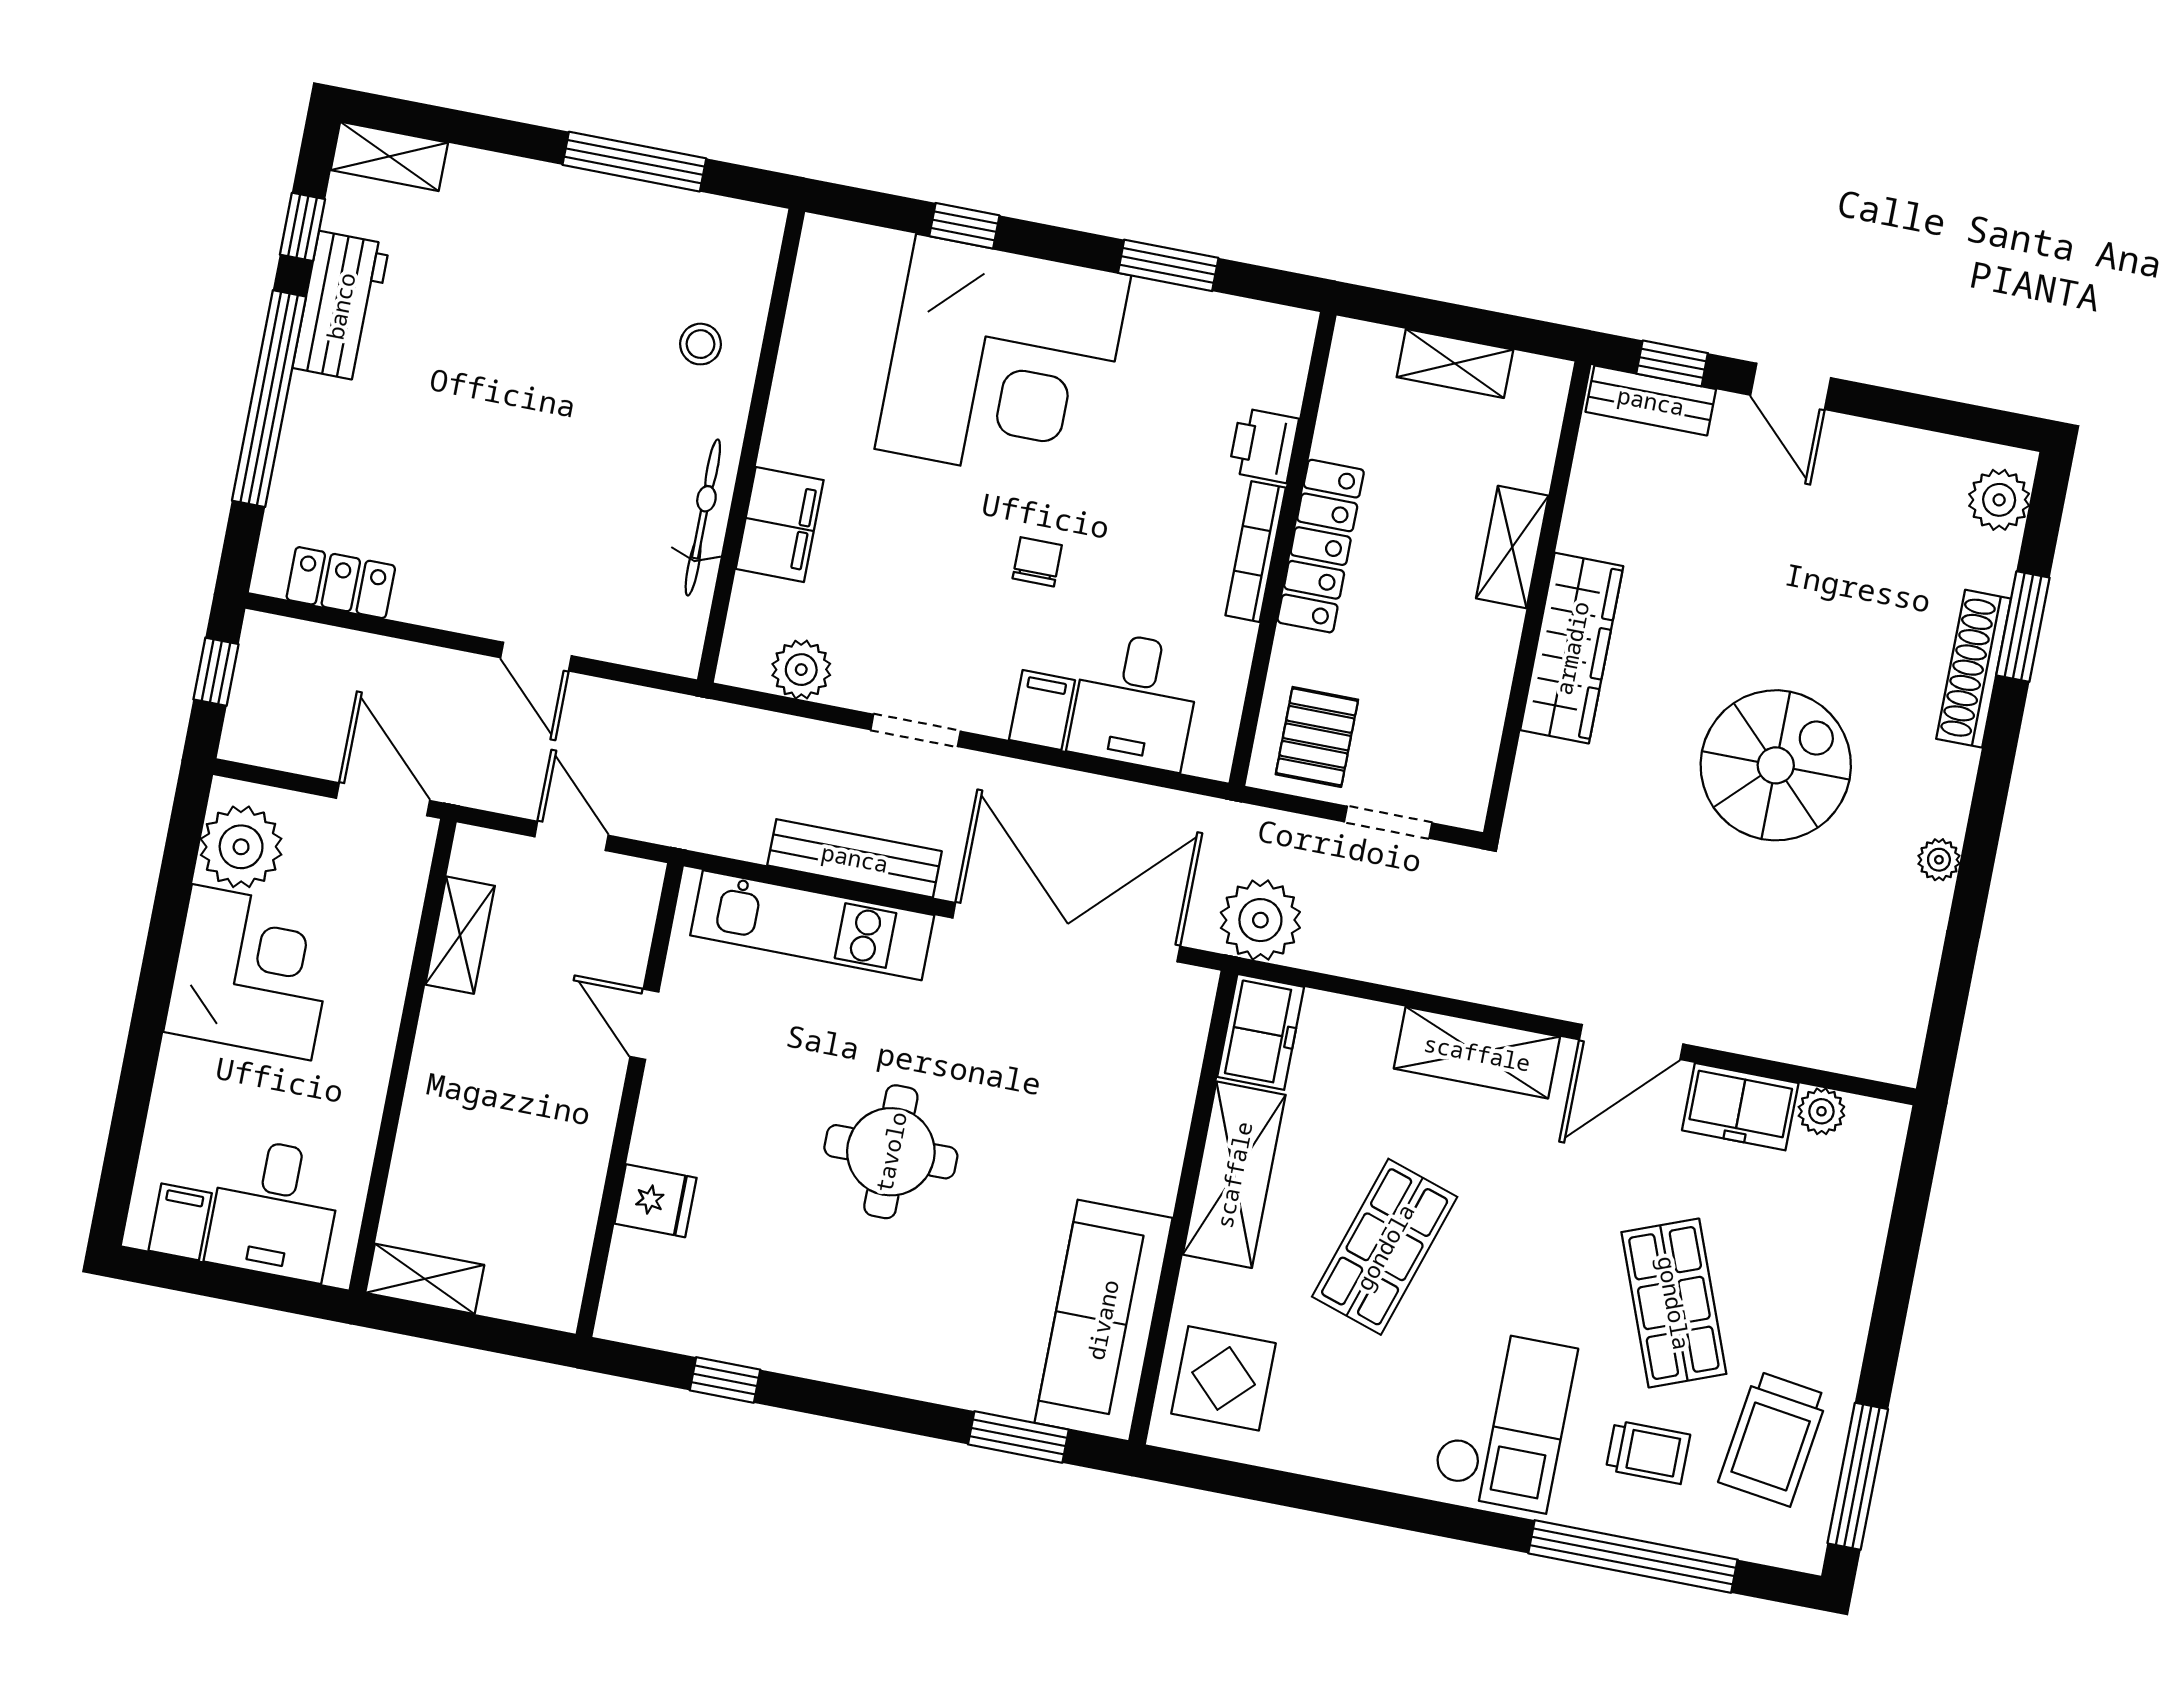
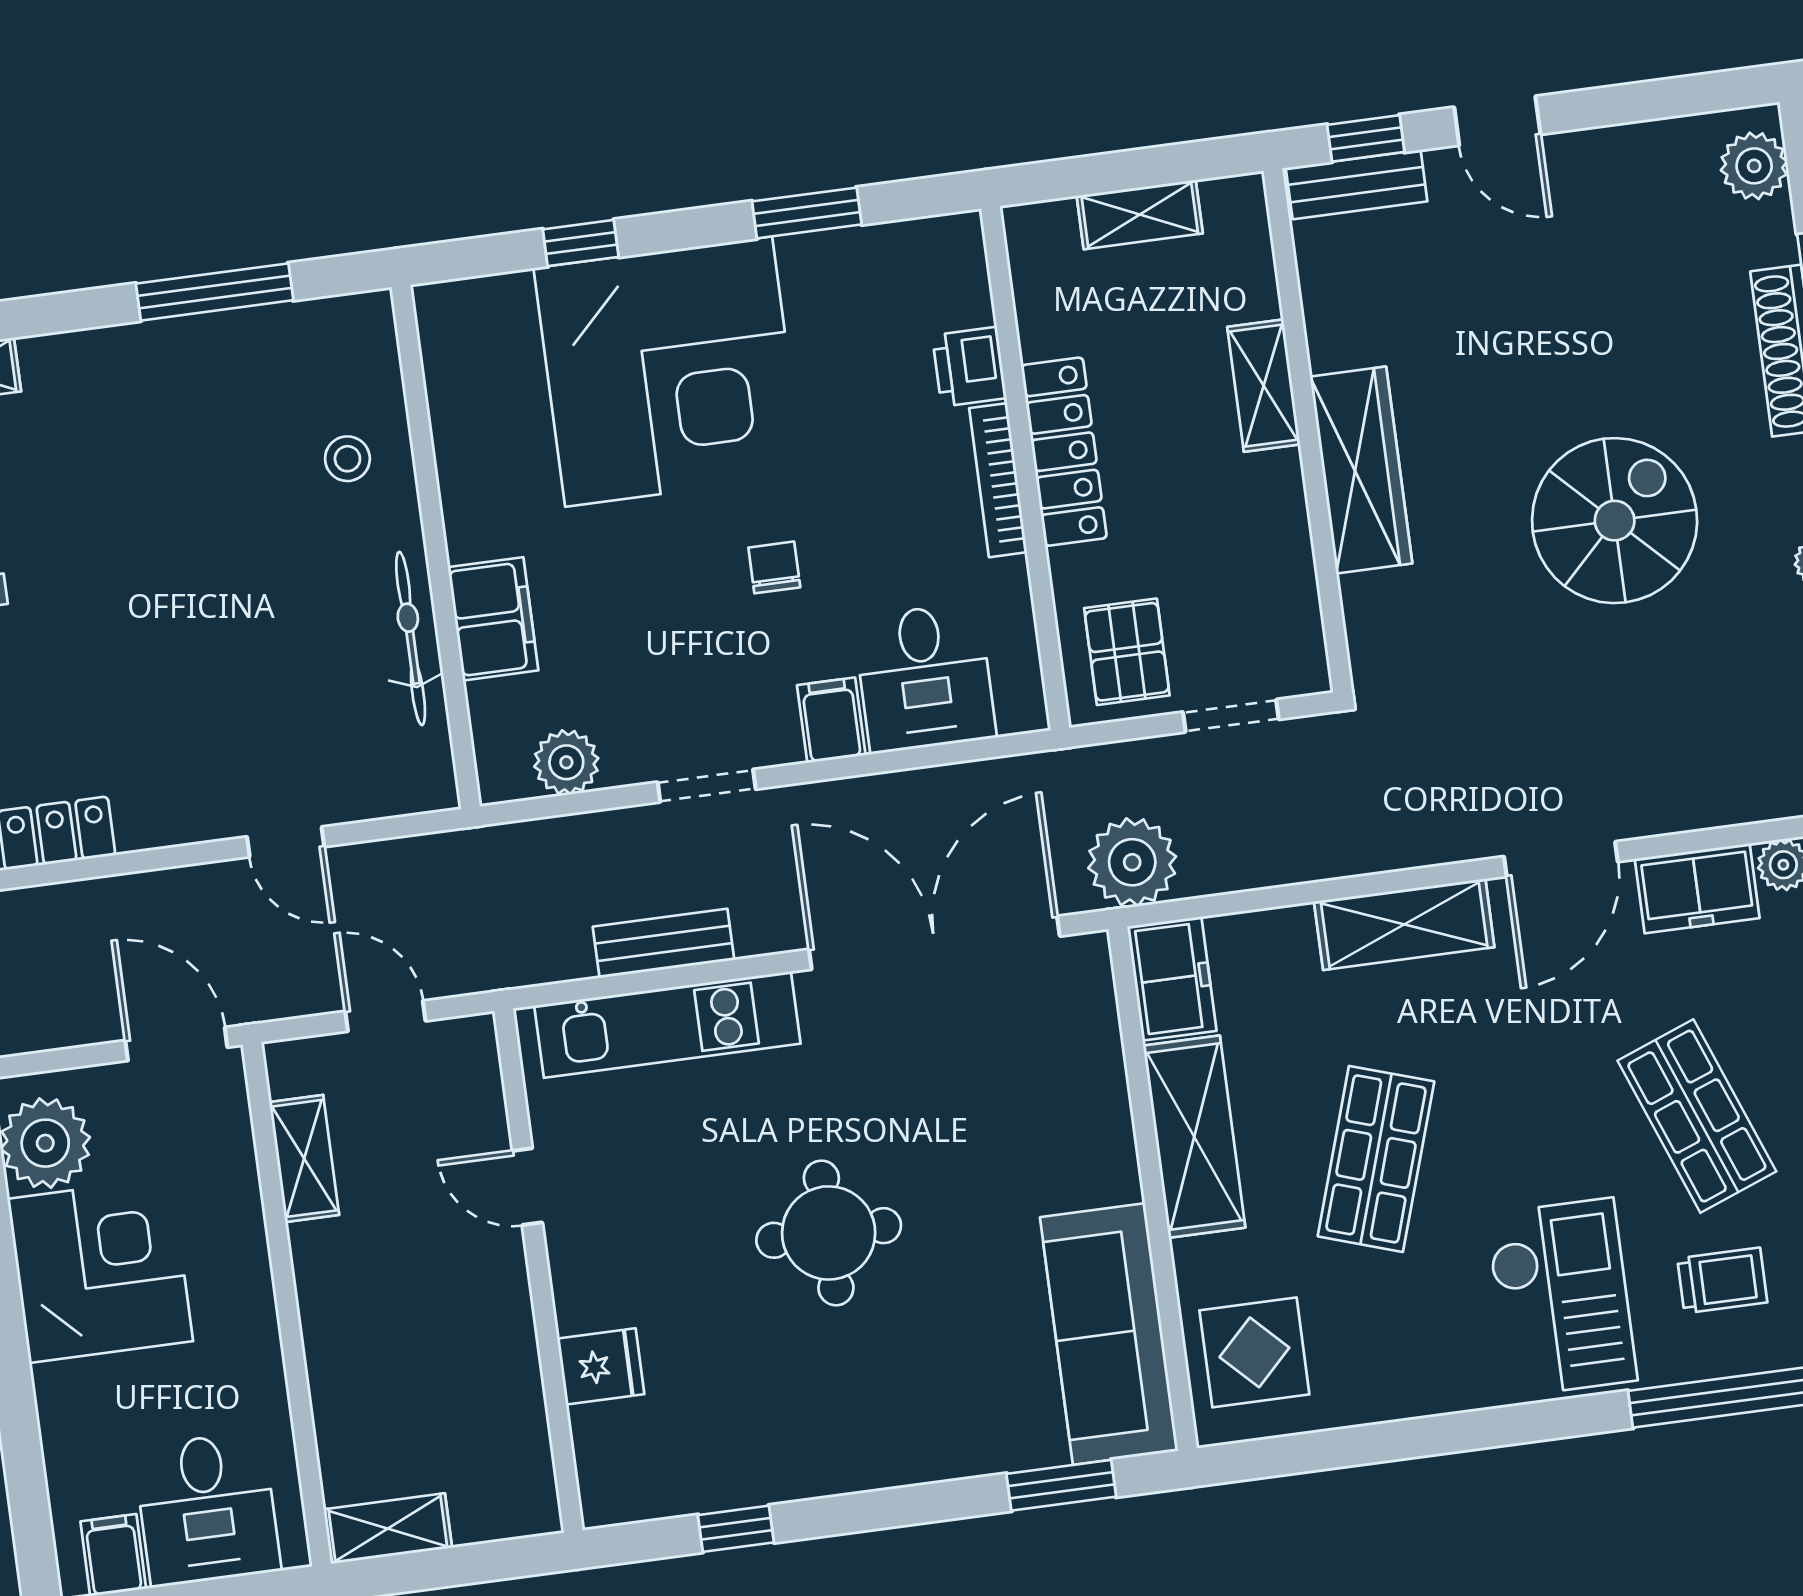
bench: (855, 858) -> (663, 943), width x0.73

